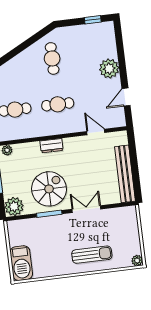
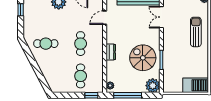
double door: (86, 209) -> (161, 17), moved

